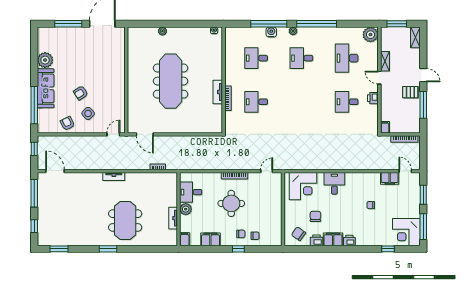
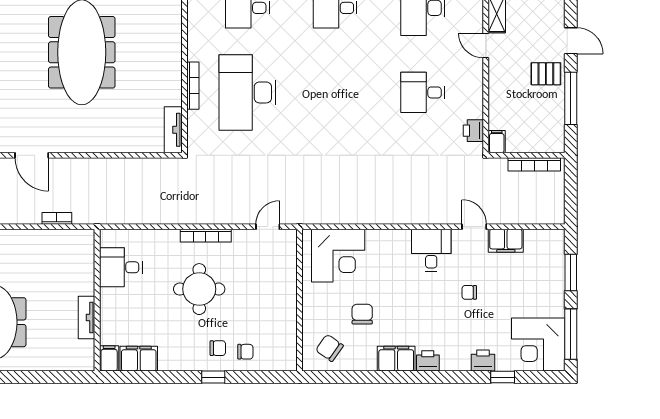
tv unit: (218, 92) -> (173, 130), moved
printer: (373, 98) -> (473, 131), moved
desk: (256, 102) -> (248, 92), width x1.87, depth x1.30
door: (405, 171) -> (474, 227), moved
desk: (334, 183) -> (431, 250), moved
plant: (186, 209) -> (111, 300), removed
filing cabinet: (210, 239) -> (139, 359), moved
printer: (317, 240) -> (483, 360), moved

